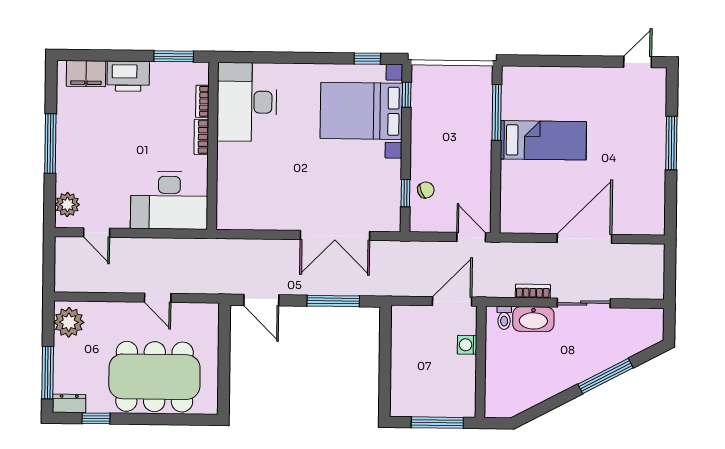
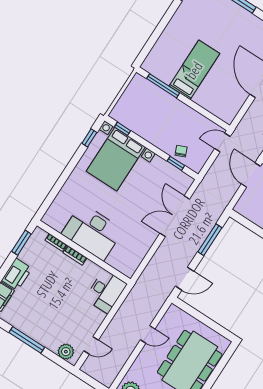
desk: (247, 102) -> (92, 232), moved
desk: (169, 200) -> (106, 291), width x0.73, depth x0.77
double door: (335, 235) -> (175, 216), swing flipped

